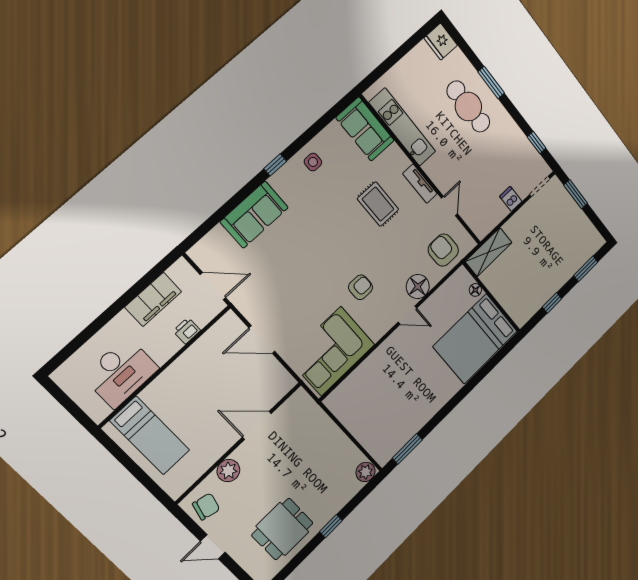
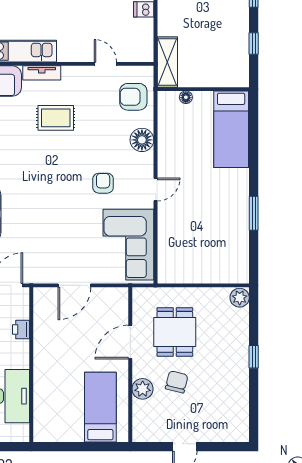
tv unit: (420, 184) -> (42, 73), moved
door: (407, 315) -> (156, 189), moved
bed: (475, 339) -> (231, 129), width x0.67
bed: (150, 436) -> (100, 407), moved, turned -90
window: (407, 449) -> (254, 213), moved
chair: (206, 507) -> (177, 382), moved
dining table: (282, 529) -> (175, 332), moved

